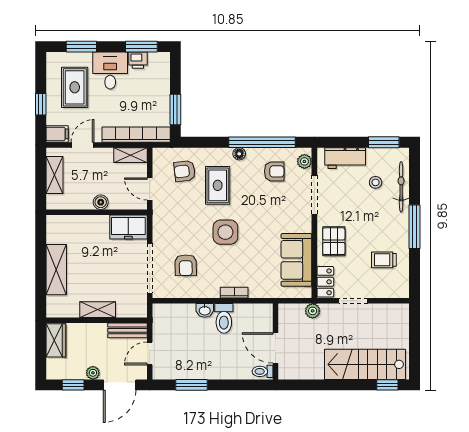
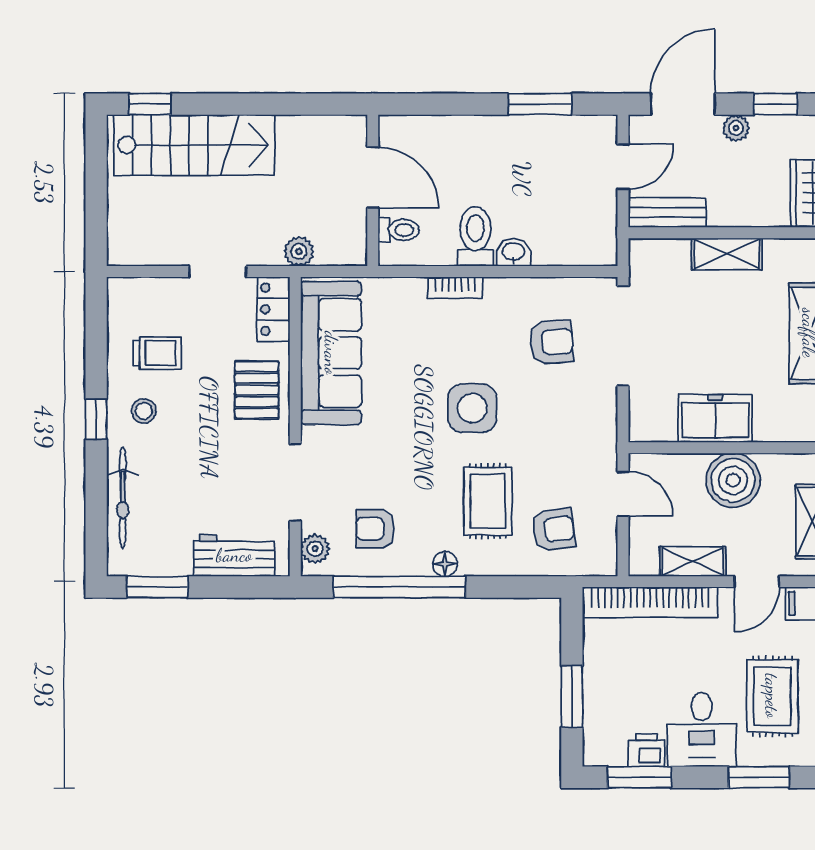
window: (175, 110) -> (572, 697), moved
shelving: (130, 155) -> (693, 561), moved
stool: (376, 182) -> (144, 411), moved
boiler: (101, 202) -> (733, 480), width x1.86, depth x1.86
freezer: (128, 227) -> (715, 418), moved
window: (414, 227) -> (96, 419), width x0.46
sofa: (296, 260) -> (331, 353), width x1.36
armchair: (186, 265) -> (551, 342), turned 87
toilet: (262, 371) -> (399, 230), moved

